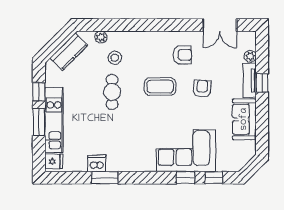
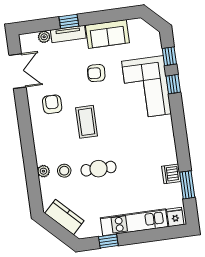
plant: (101, 37) -> (43, 171), moved
armchair: (202, 89) -> (96, 73), moved
window: (39, 122) -> (138, 237), removed
window: (105, 178) -> (187, 185), moved

